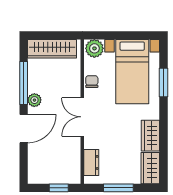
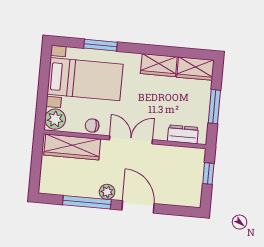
wardrobe: (52, 49) -> (72, 147), moved, turned 90
double door: (82, 117) -> (131, 140), swing flipped

